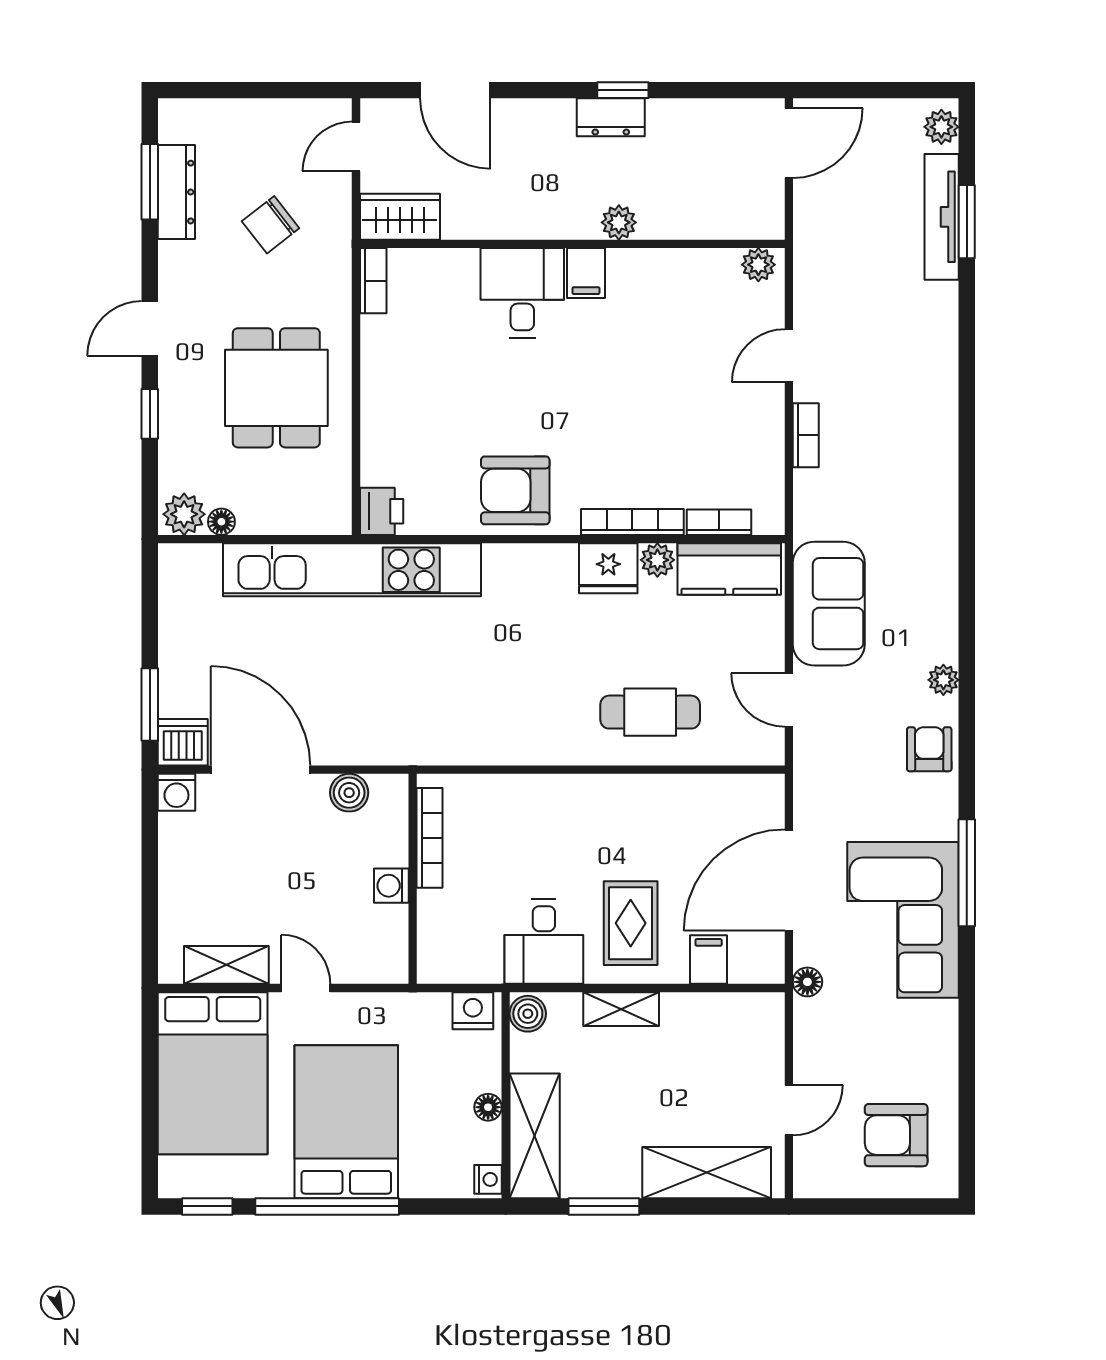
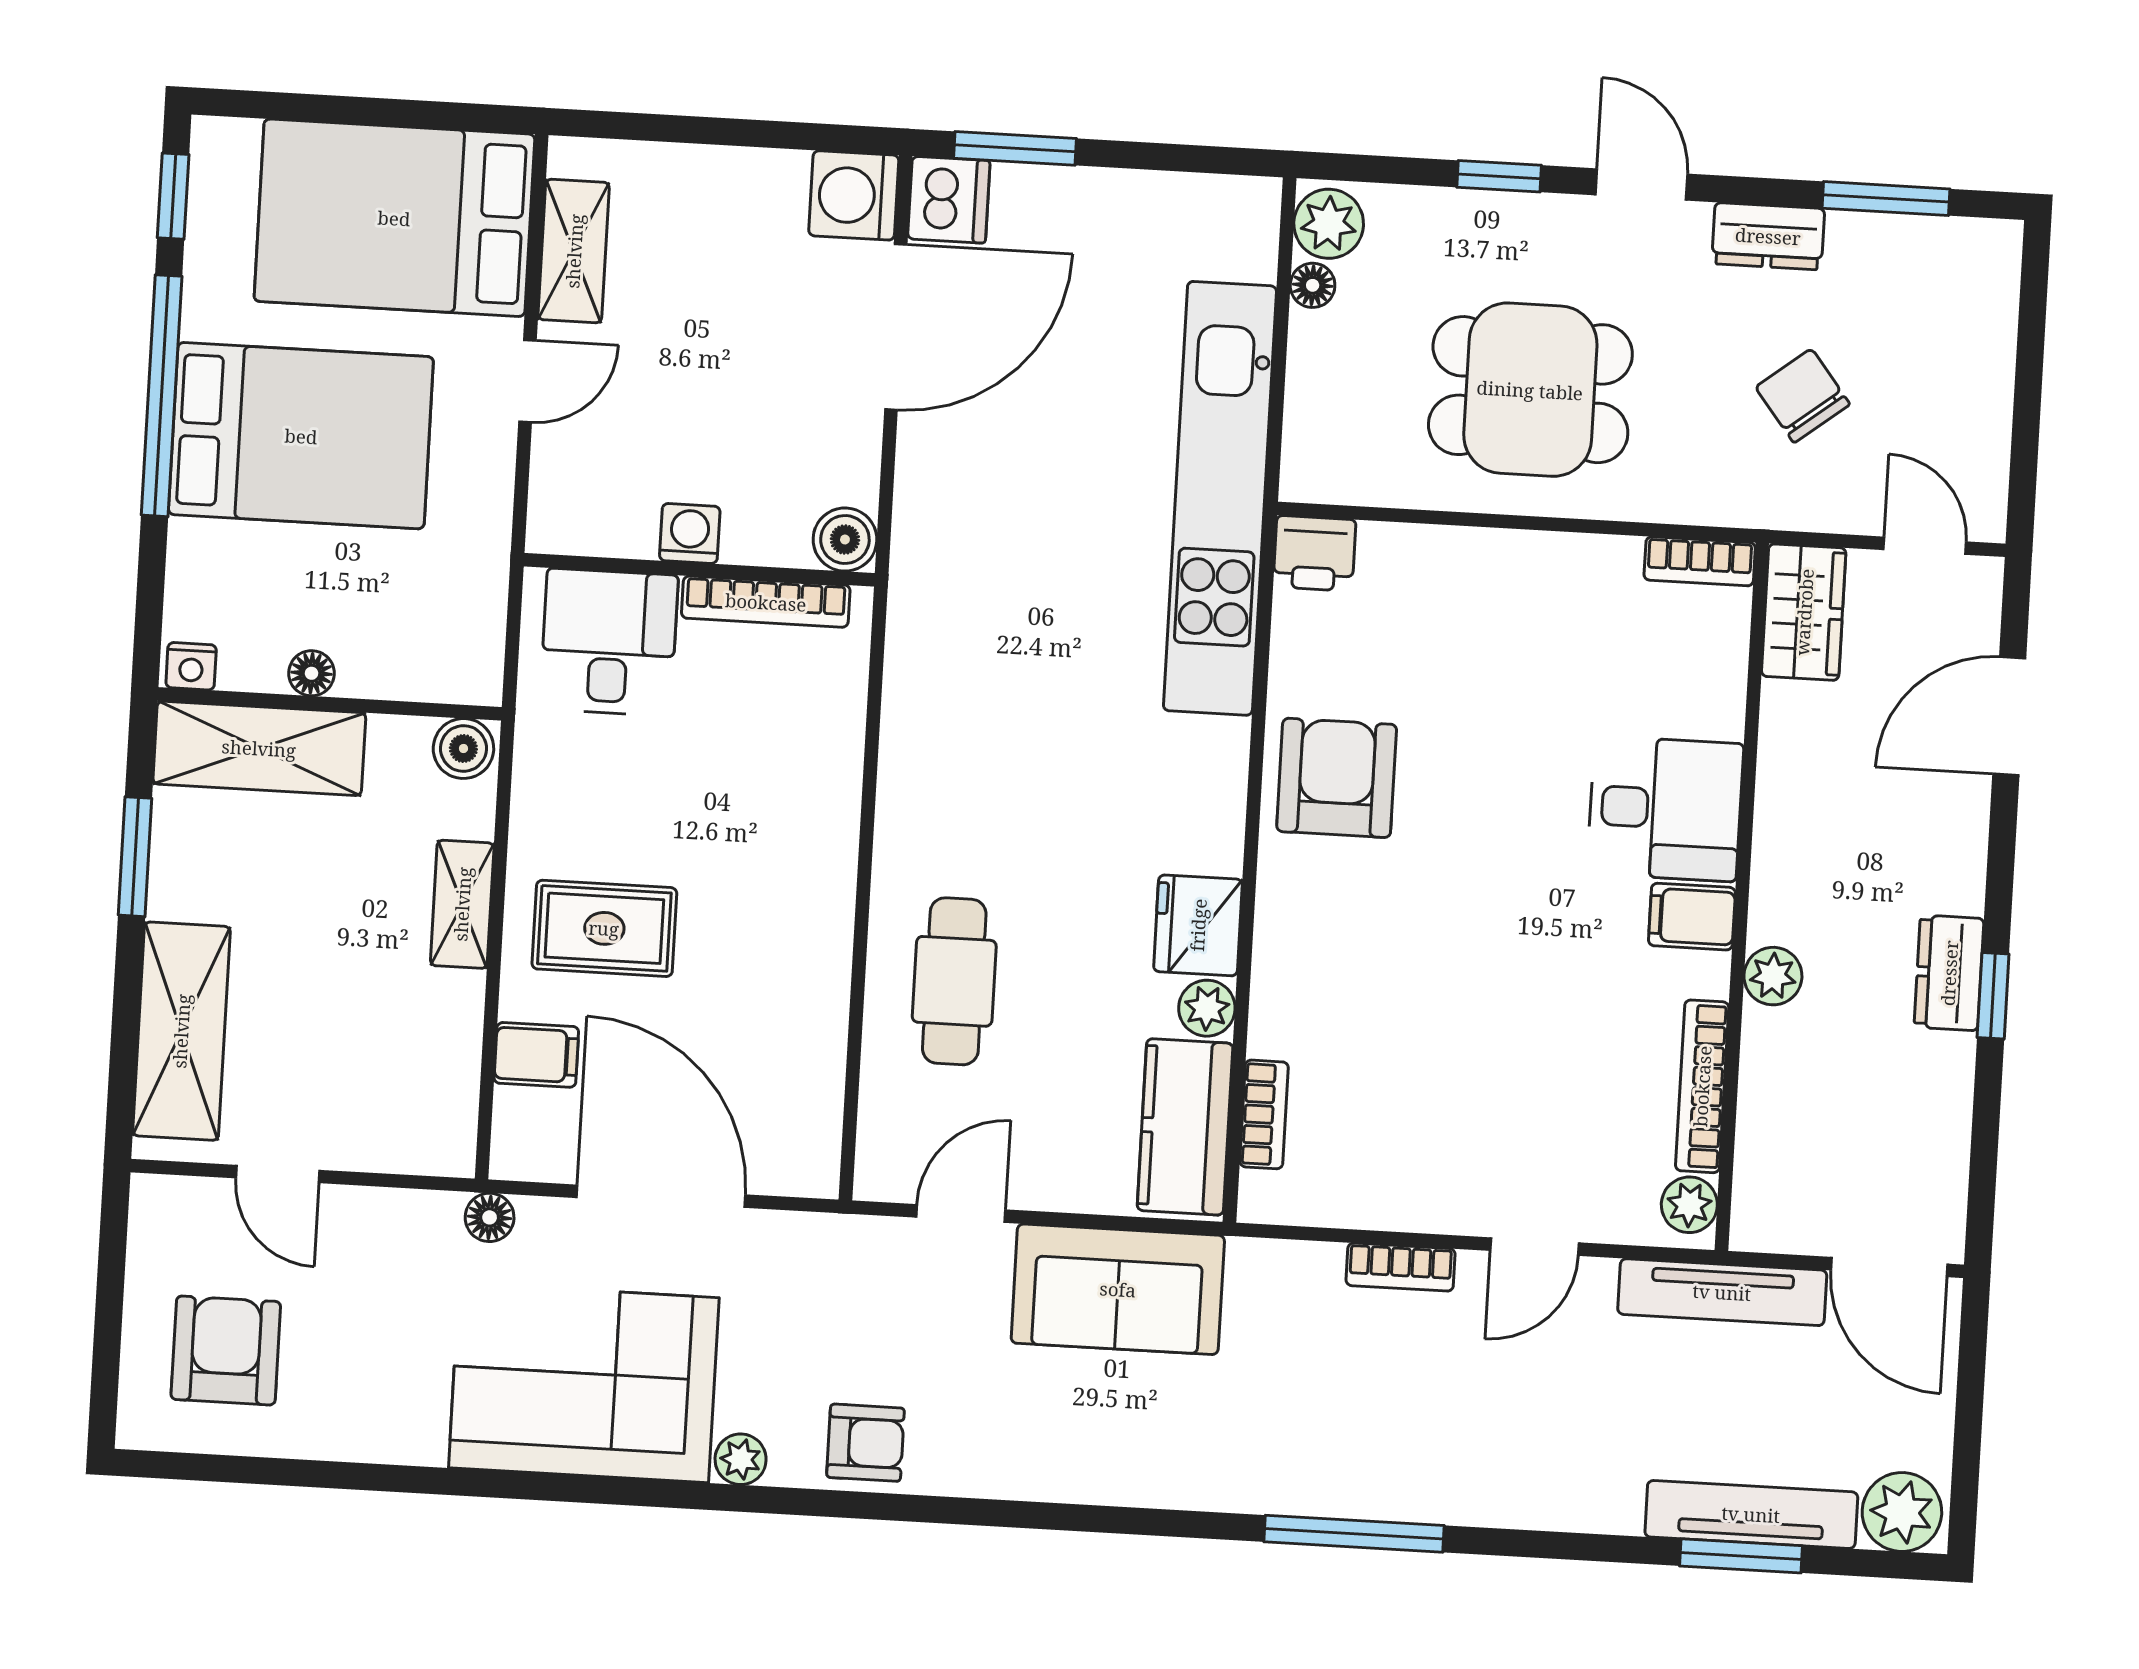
plant: (941, 127) -> (1902, 1512), width x1.38, depth x1.38
dresser: (176, 192) -> (1768, 236), moved, width x0.70
tv unit: (810, 242) -> (1722, 1292), added
door: (789, 356) -> (1535, 1247), swing flipped
bookcase: (632, 522) -> (1702, 1086), moved, turned 180
plant: (943, 680) -> (741, 1459), moved
washing machine: (176, 792) -> (854, 195), width x1.38, depth x1.38
boiler: (349, 793) -> (845, 540), moved
window: (967, 873) -> (1354, 1534), moved
desk: (544, 942) -> (609, 642), moved, turned 90
nightstand: (473, 1011) -> (474, 657), removed

